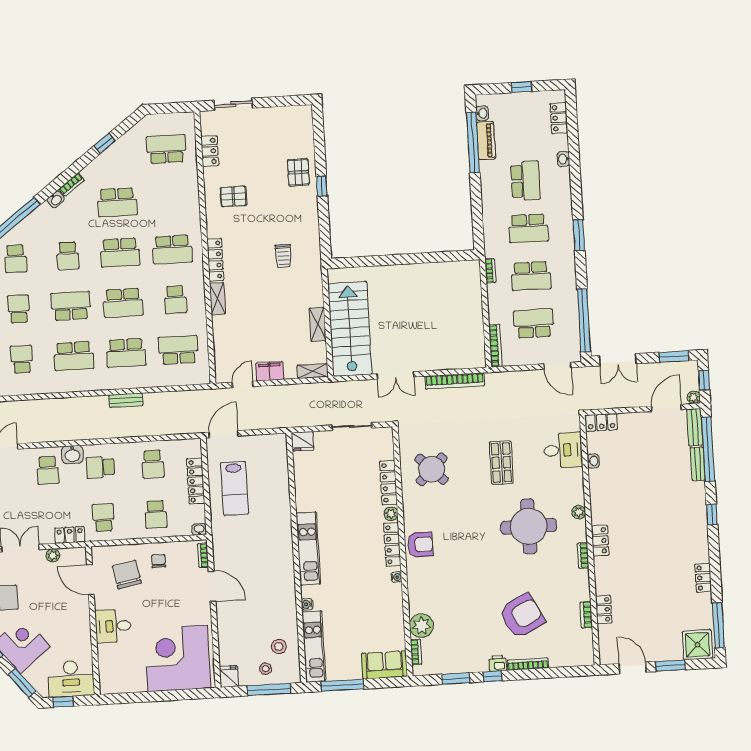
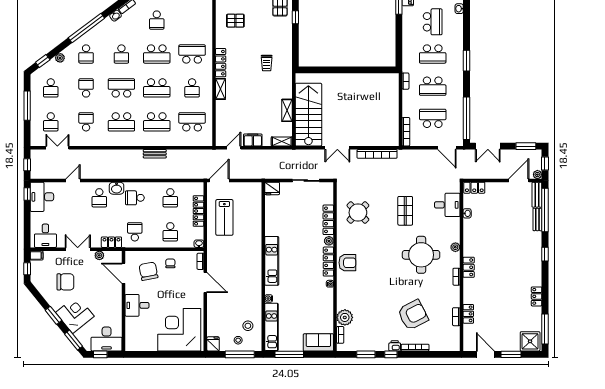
school desk: (117, 202) -> (157, 20), width x0.54
school desk: (172, 249) -> (192, 54), turned 180

